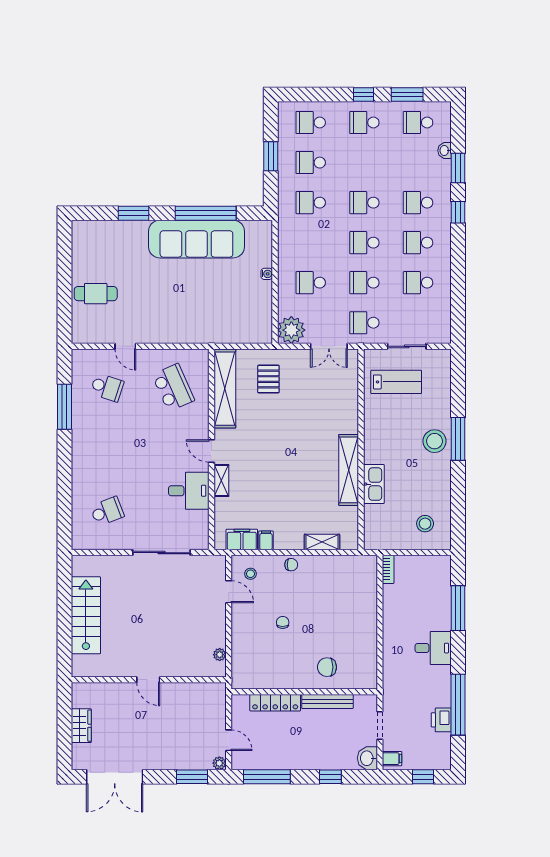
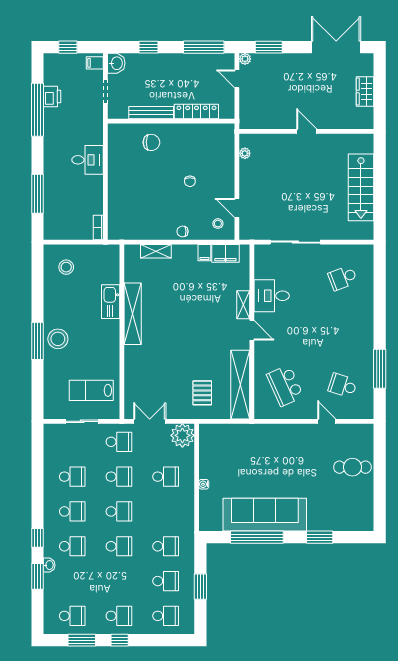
washbasin: (445, 150) -> (49, 565), moved
desk: (433, 648) -> (88, 160), moved, turned 180

